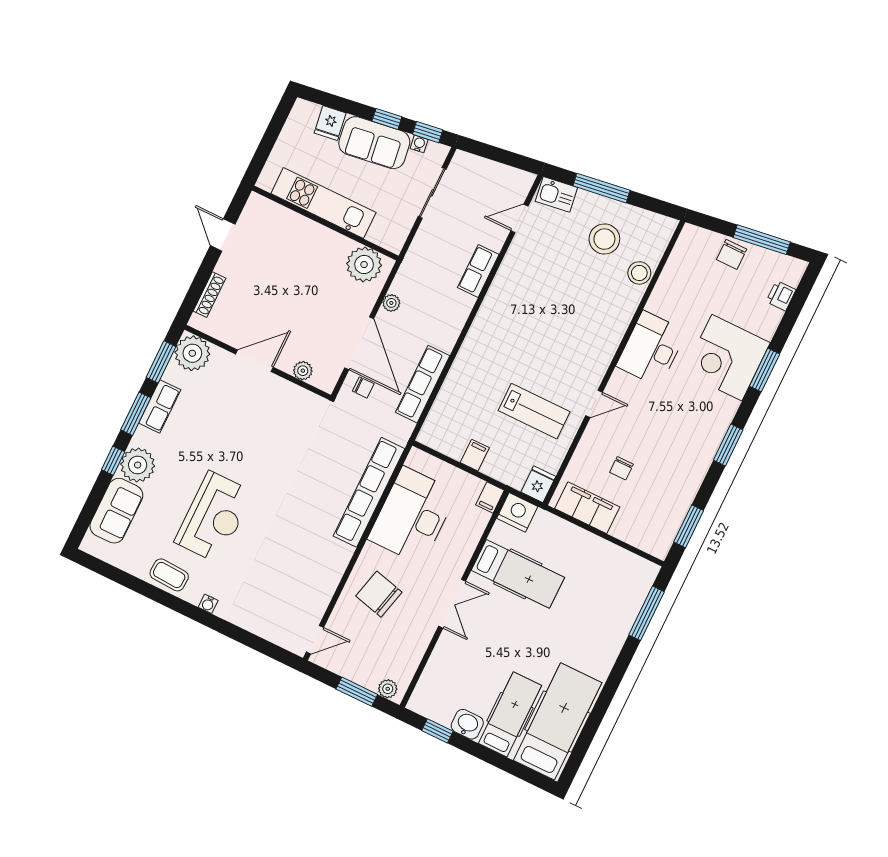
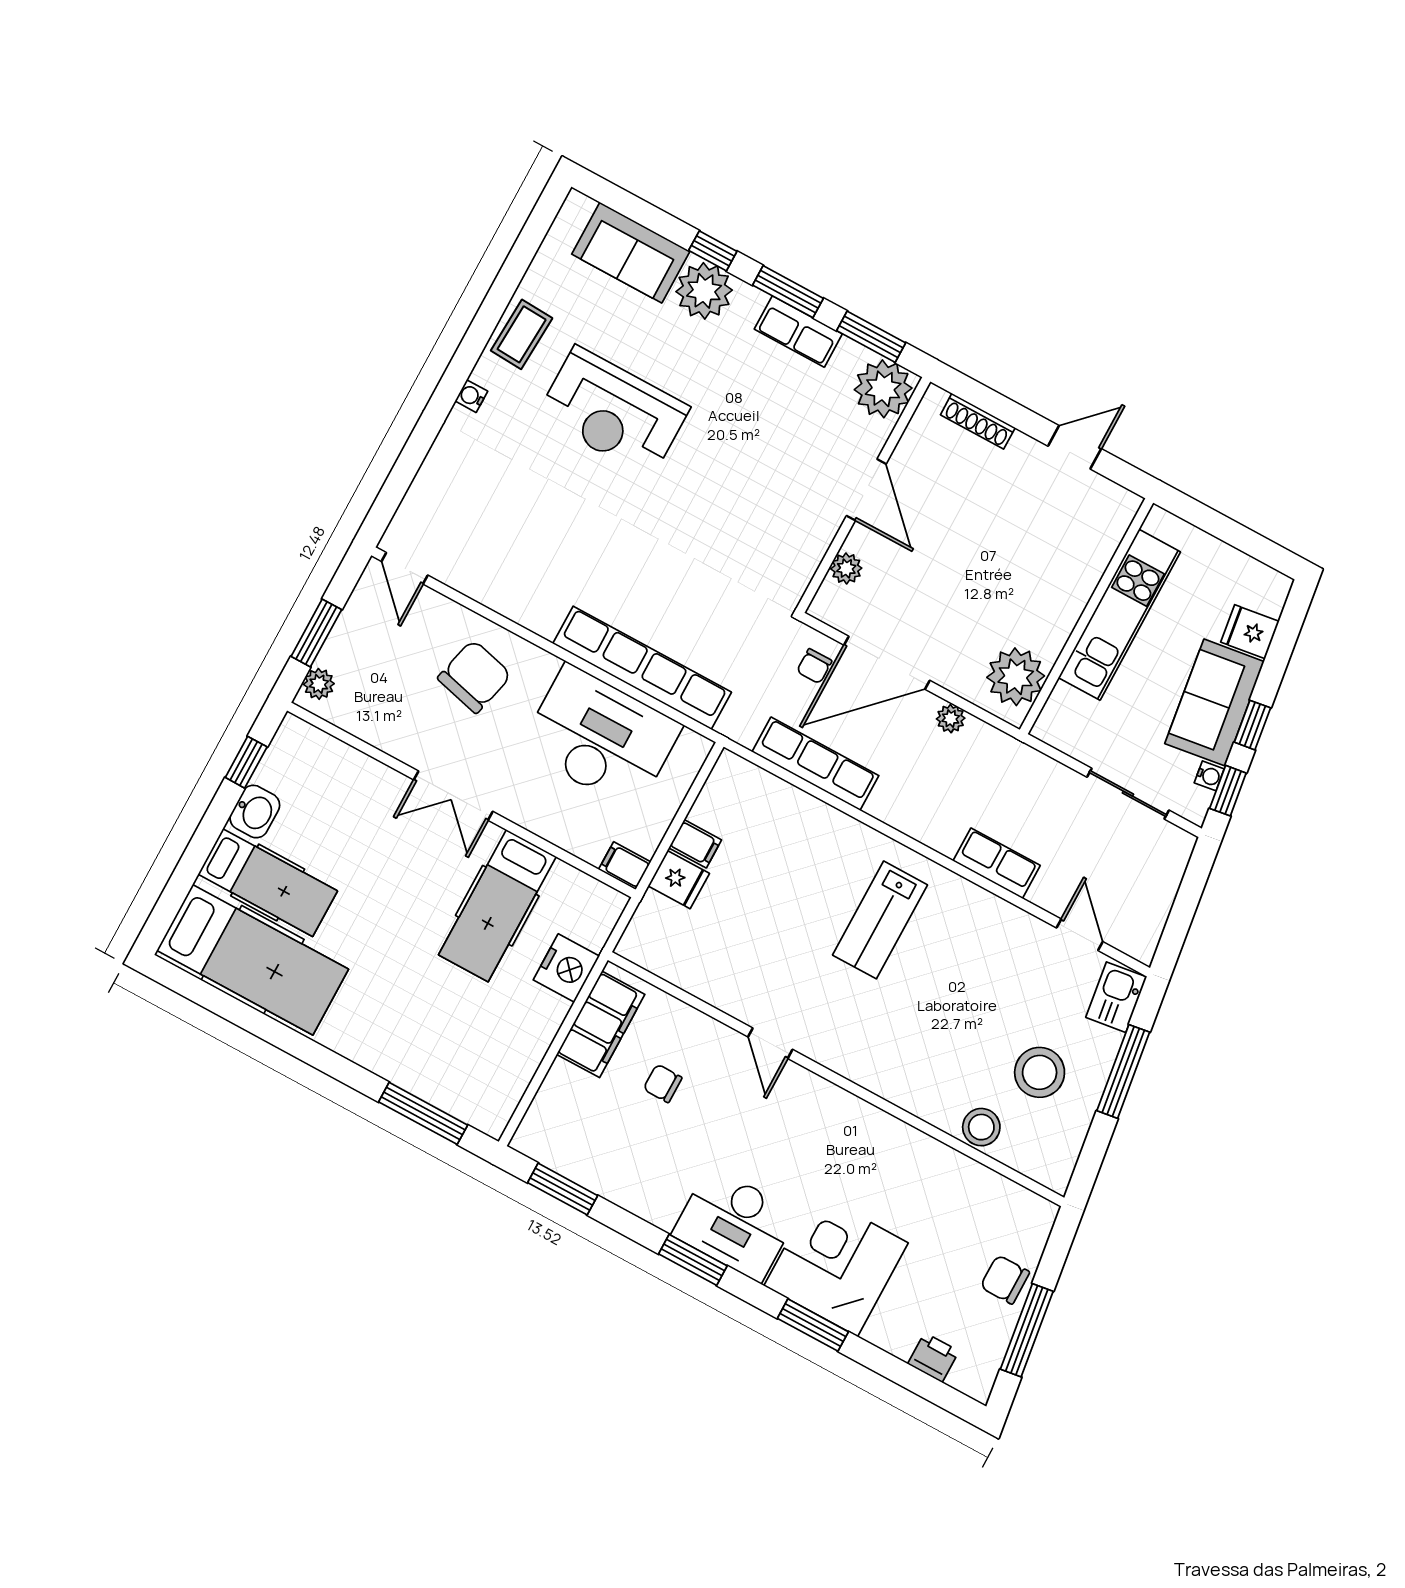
desk: (651, 349) -> (735, 1224), moved, turned 180
lab bench: (534, 411) -> (880, 920), moved
fridge: (538, 484) -> (679, 880), moved
nightstand: (517, 512) -> (566, 968), moved

